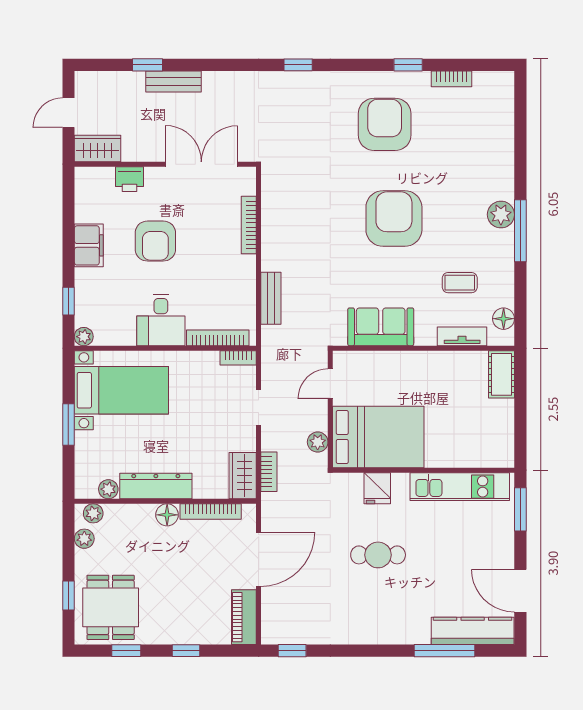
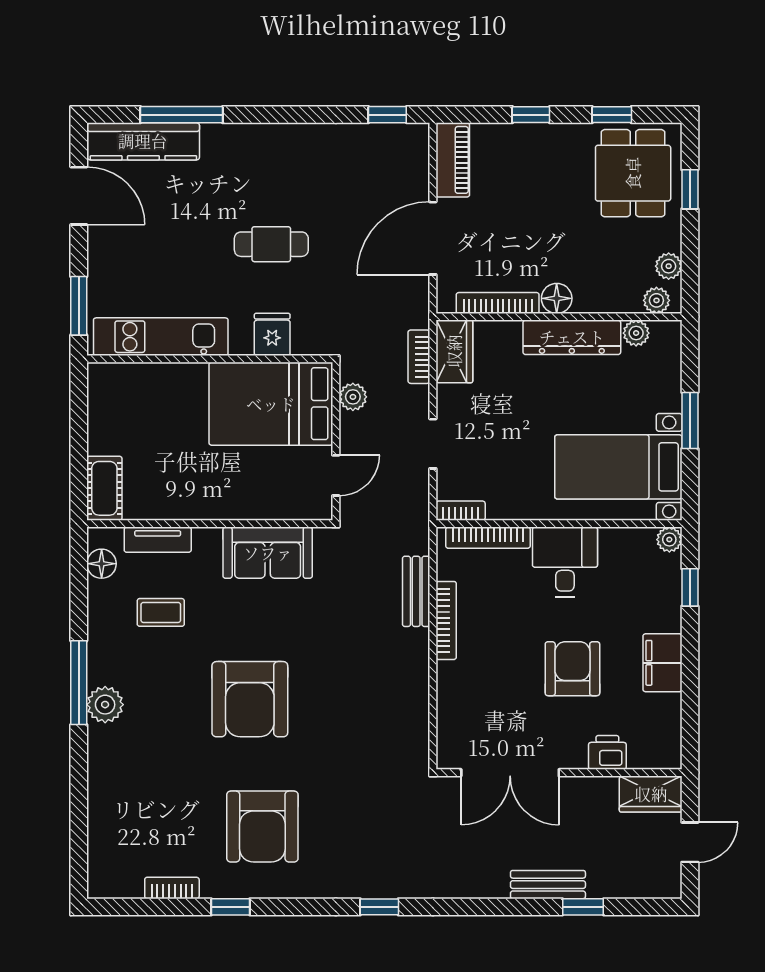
bookcase: (249, 225) -> (446, 620), moved

